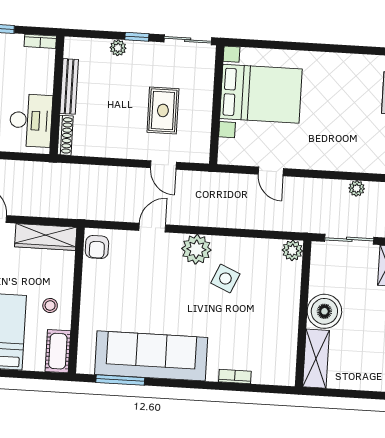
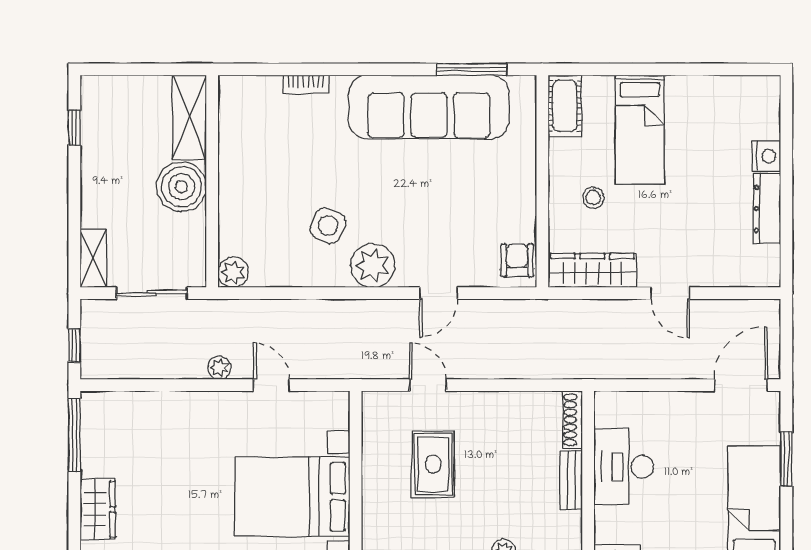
bench: (69, 86) -> (571, 480), width x0.73
desk: (31, 120) -> (624, 467), moved
plant: (357, 188) -> (219, 368), moved
stool: (50, 305) -> (593, 198), moved

